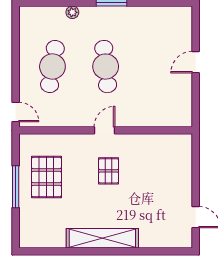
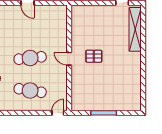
pallet: (46, 177) -> (98, 94), removed
shelving: (102, 238) -> (135, 29), moved

